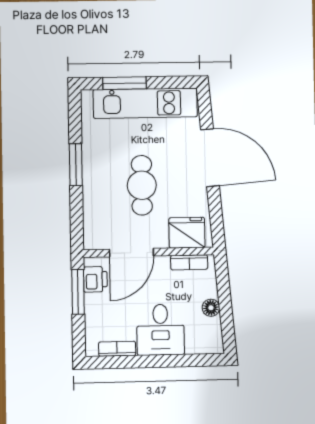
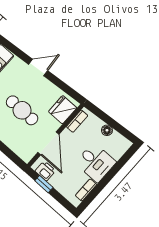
door: (210, 158) -> (38, 67), width x0.53
window: (78, 292) -> (44, 184), width x0.67

